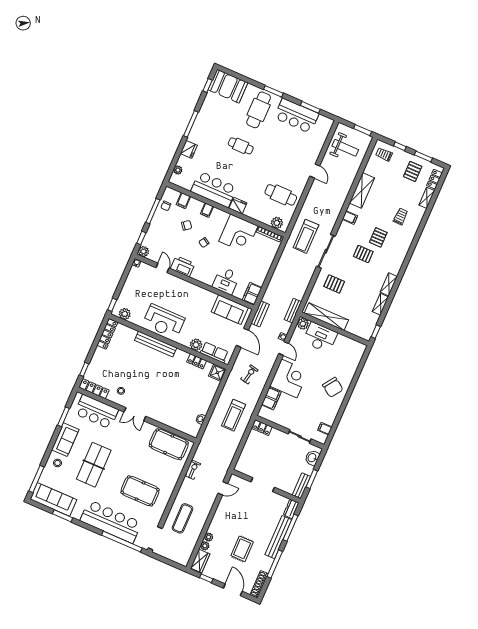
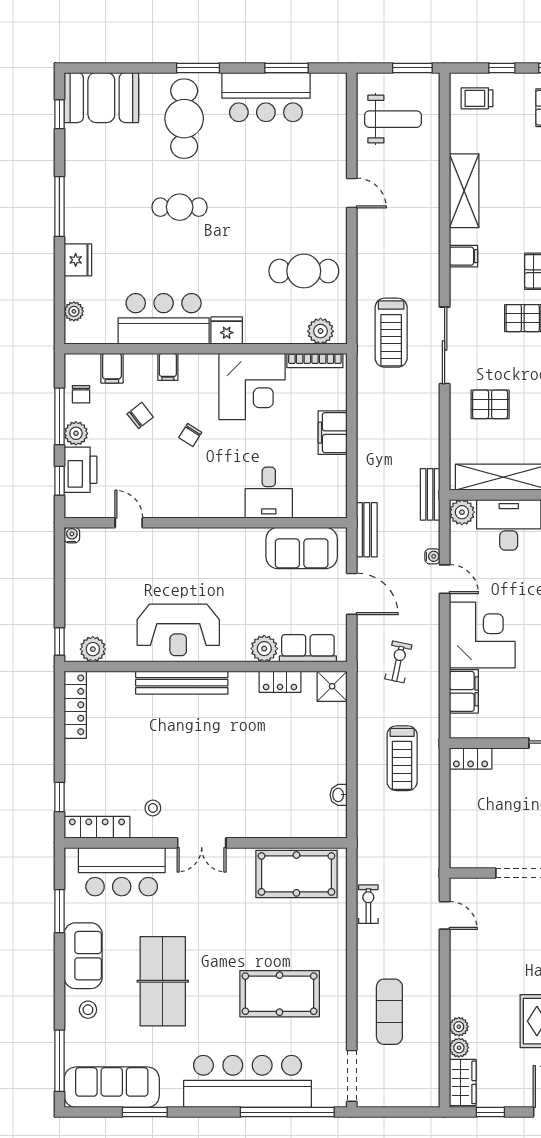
plant: (144, 251) -> (76, 433), moved
printer: (183, 266) -> (80, 470), moved, turned 90
filing cabinet: (252, 294) -> (333, 433), moved
door: (223, 488) -> (445, 915), hinge flipped

